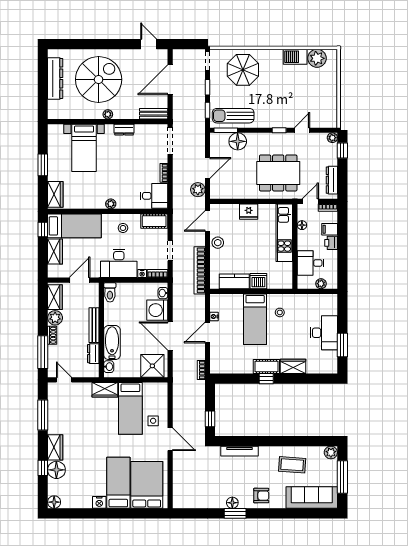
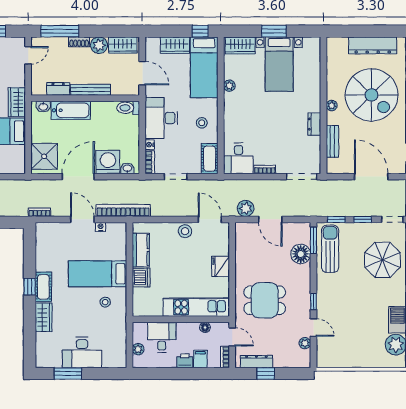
bench: (154, 114) -> (332, 141), moved
plant: (332, 138) -> (305, 343), moved
bed with nightstands: (84, 148) -> (279, 64), moved, turned -90
window: (342, 151) -> (266, 374), moved
dining table: (278, 173) -> (265, 300), width x0.73
plant: (111, 204) -> (229, 86), moved
bookcase: (200, 270) -> (123, 210), moved

